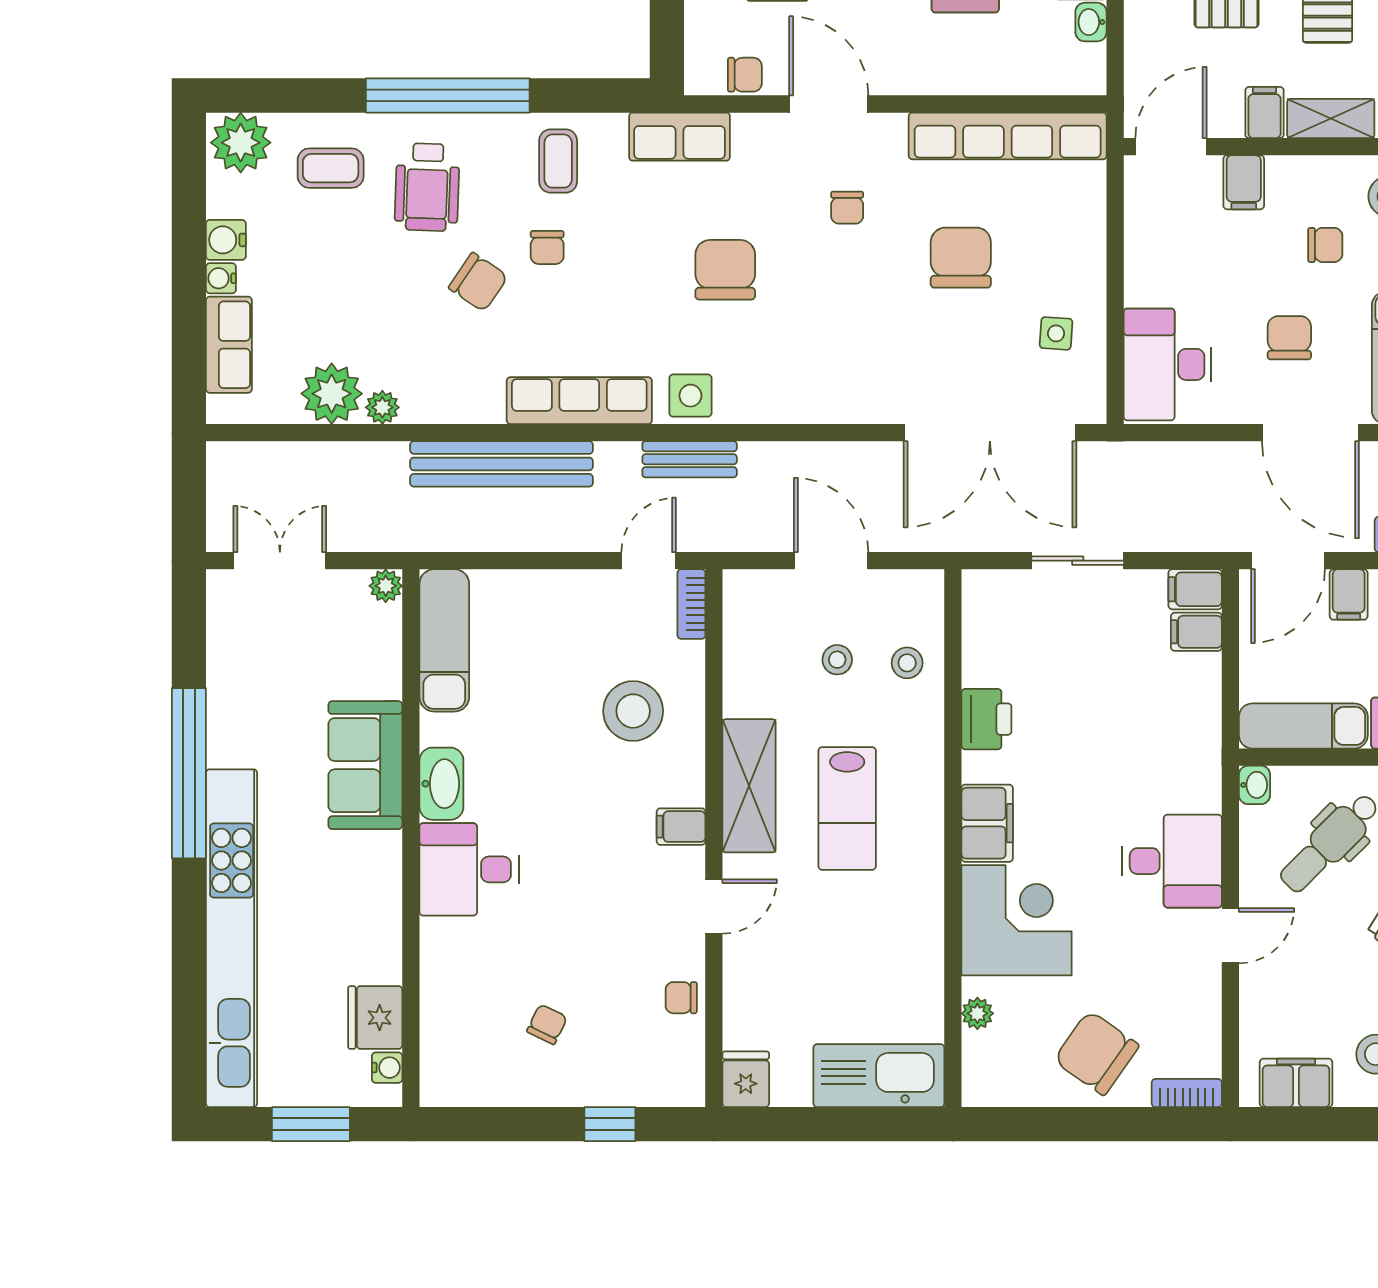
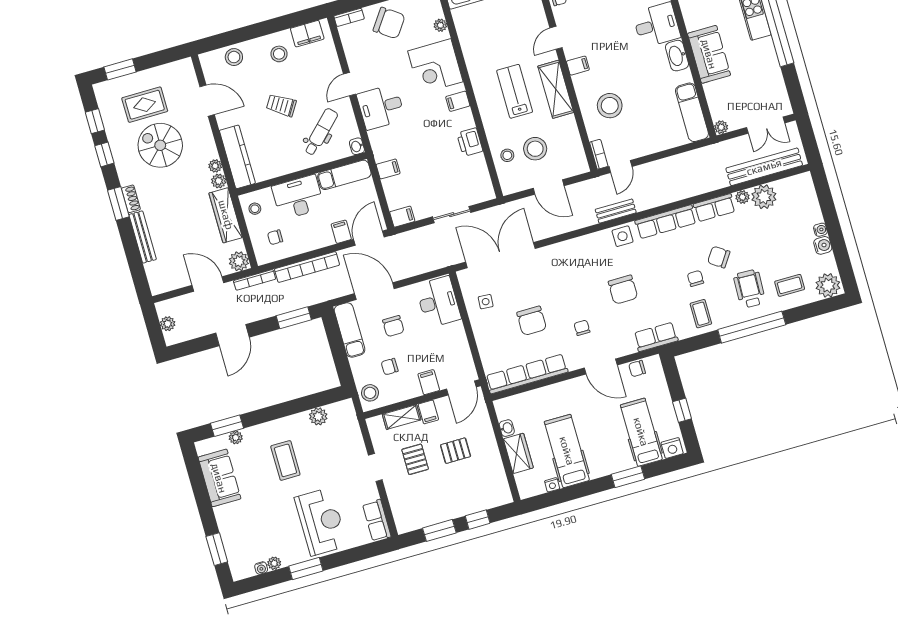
row of seats: (229, 345) -> (714, 208), moved, turned -90
bench: (502, 464) -> (764, 167), moved
filing cabinet: (1196, 632) -> (388, 169), moved
stool: (837, 660) -> (535, 149), width x1.89, depth x1.89
filing cabinet: (987, 823) -> (458, 101), width x0.50

